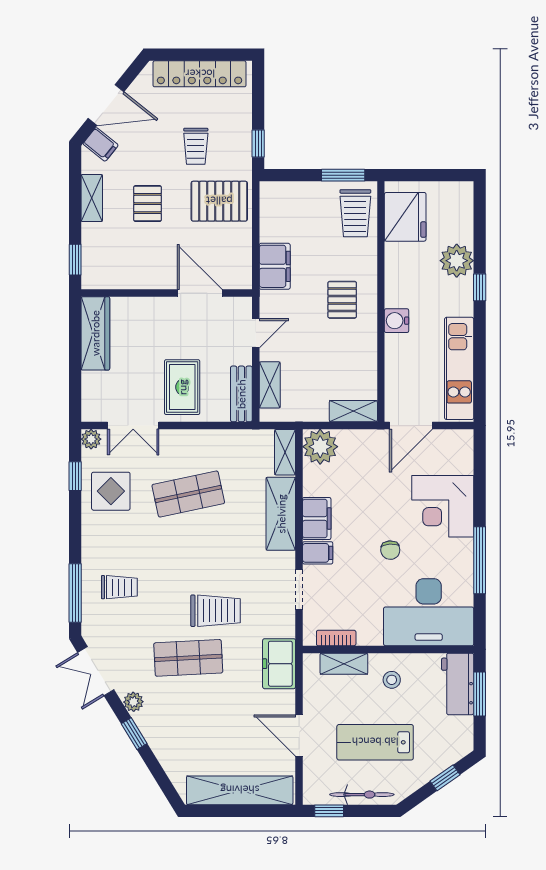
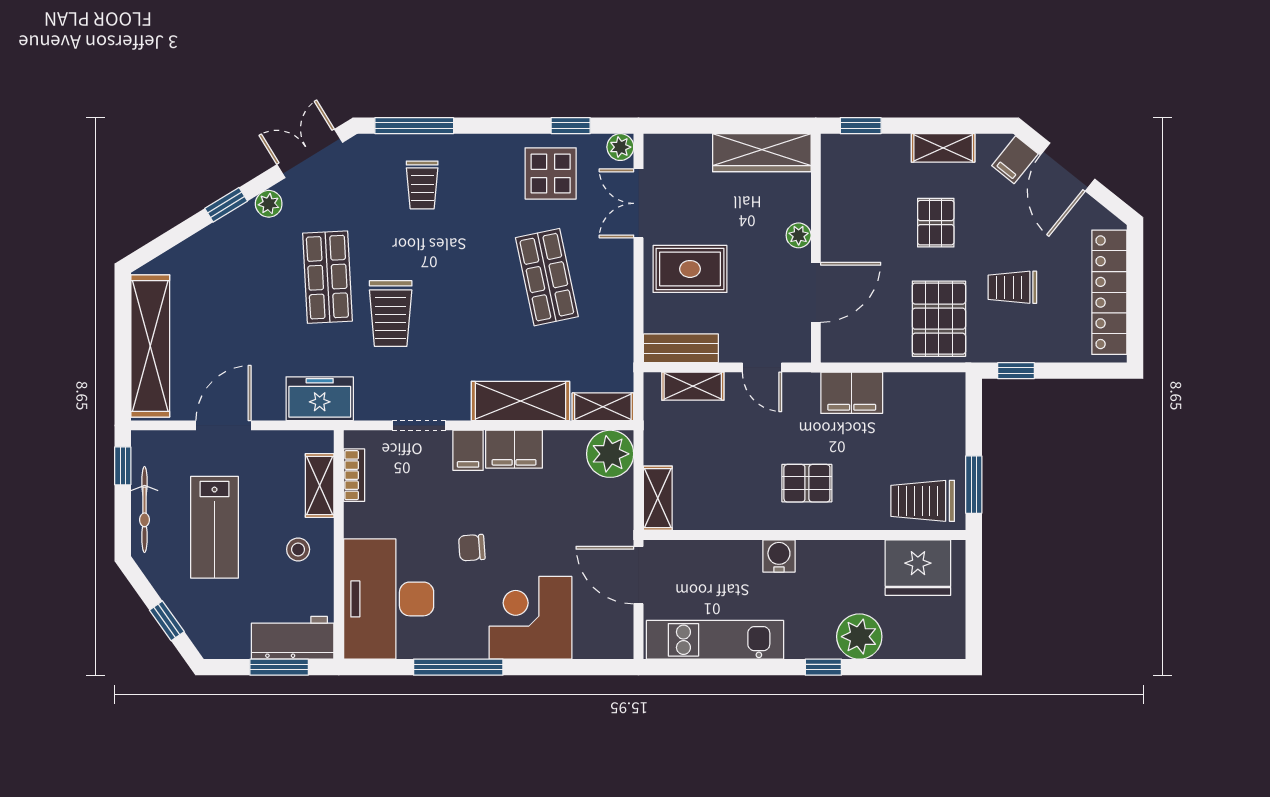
pallet: (148, 204) -> (936, 223), turned 90
plant: (157, 306) -> (799, 235), added
lab bench: (375, 742) -> (214, 527), turned 180

